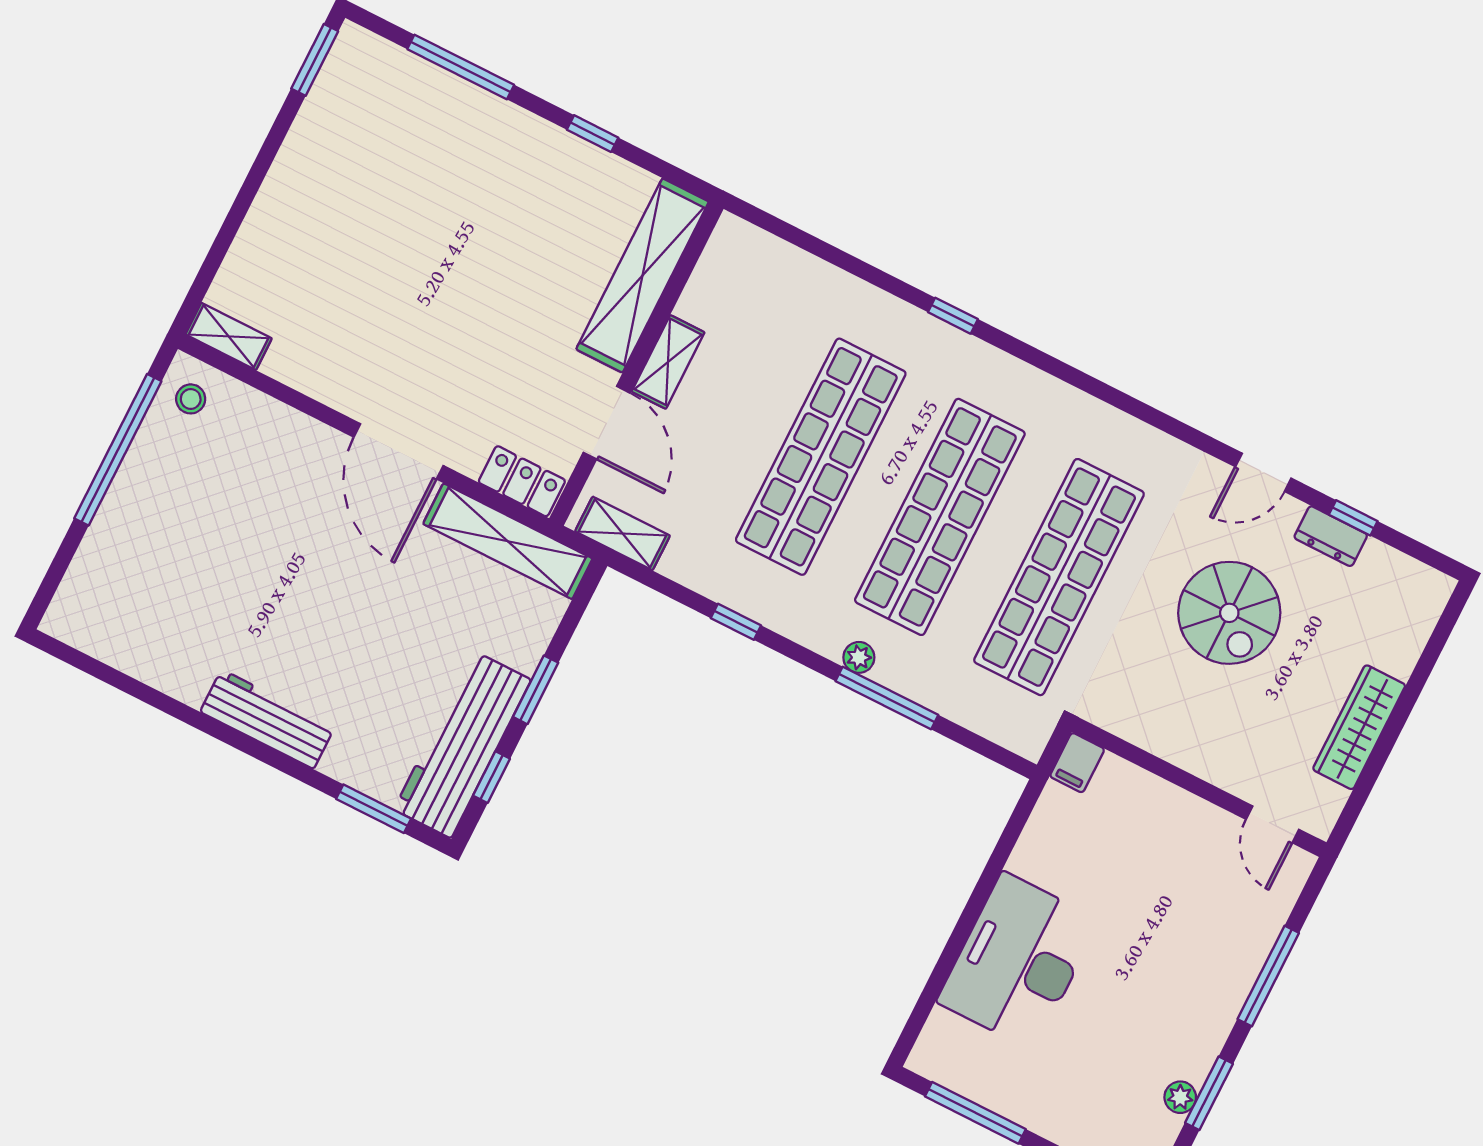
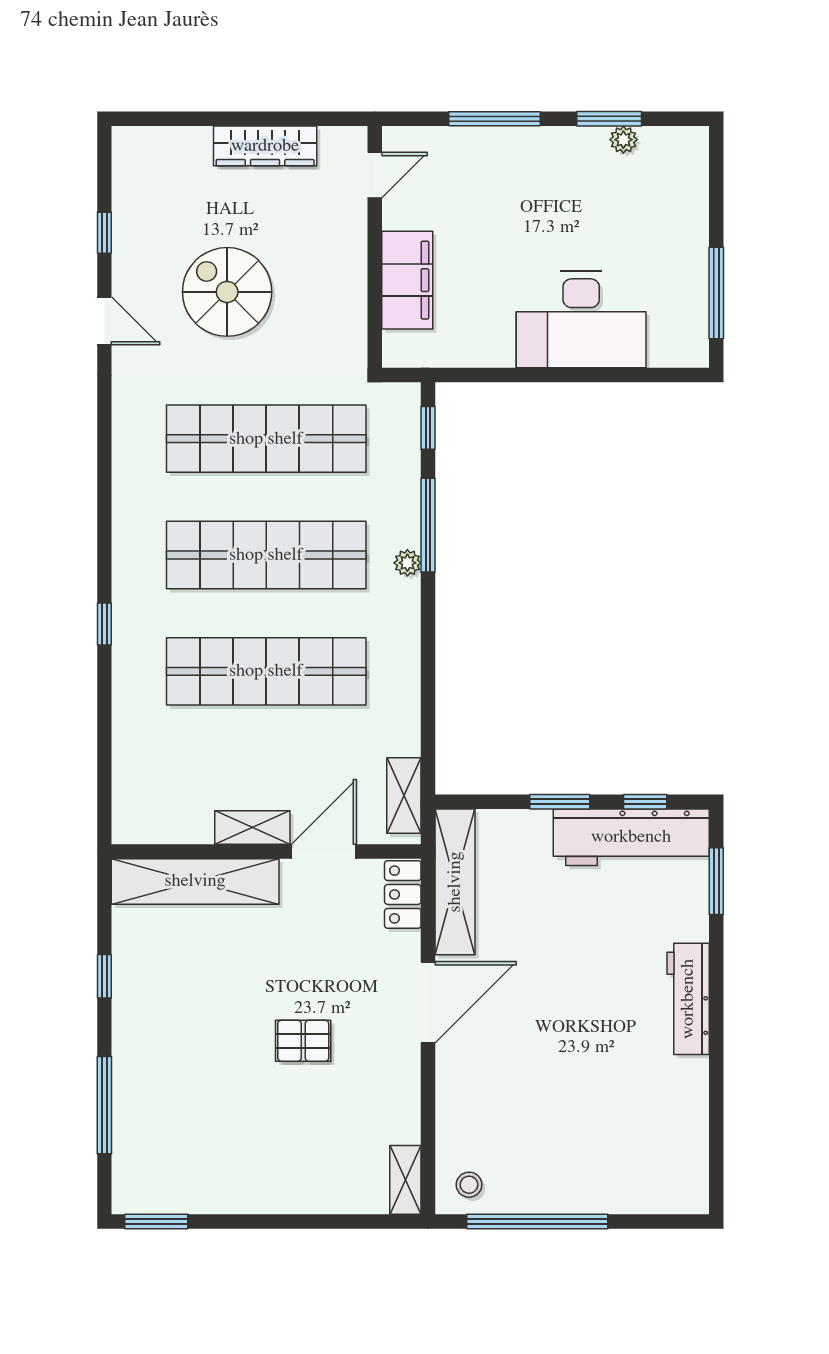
pallet: (424, 304) -> (303, 1041), added
dresser: (1331, 536) -> (127, 243), removed
spiral stairs: (1229, 613) -> (227, 292), turned -90
window: (736, 622) -> (428, 428), moved
filing cabinet: (1077, 763) -> (407, 280), moved, width x3.00, depth x1.17

